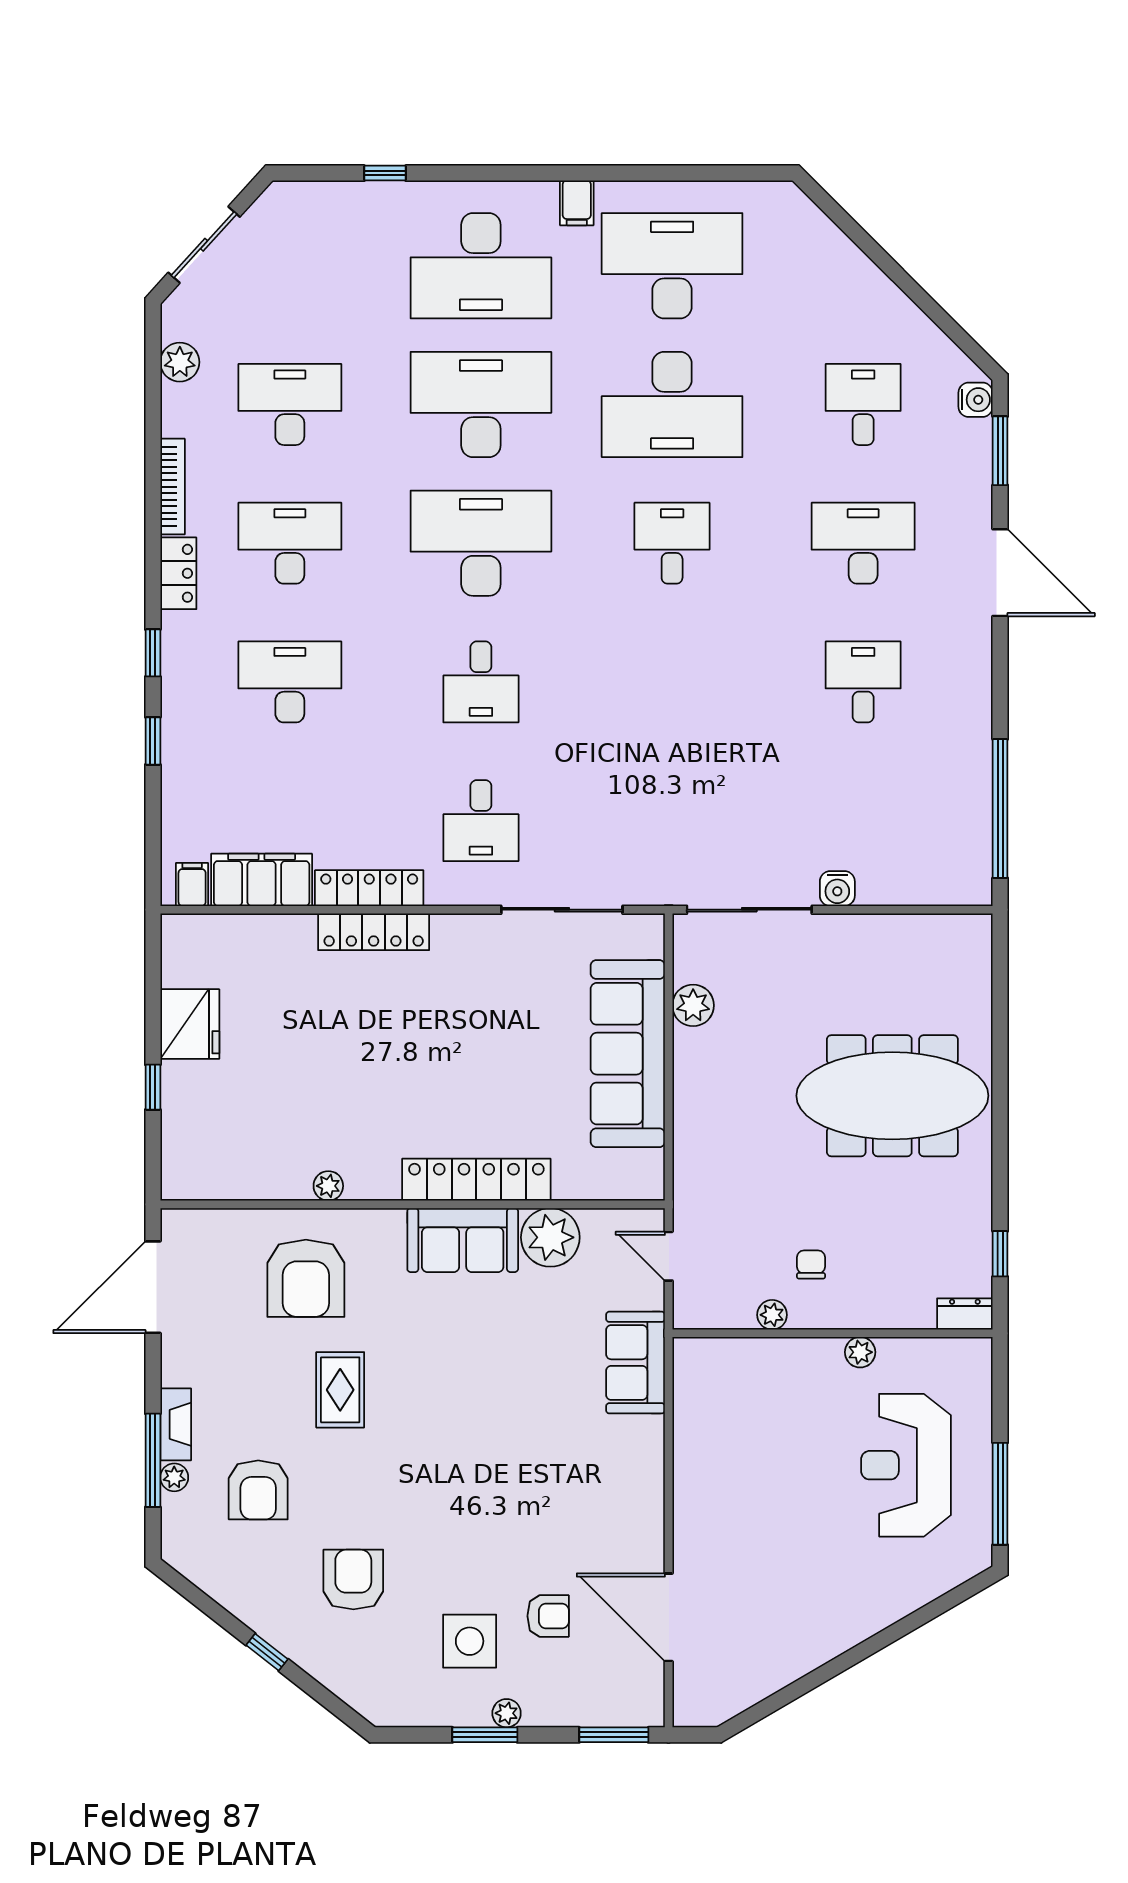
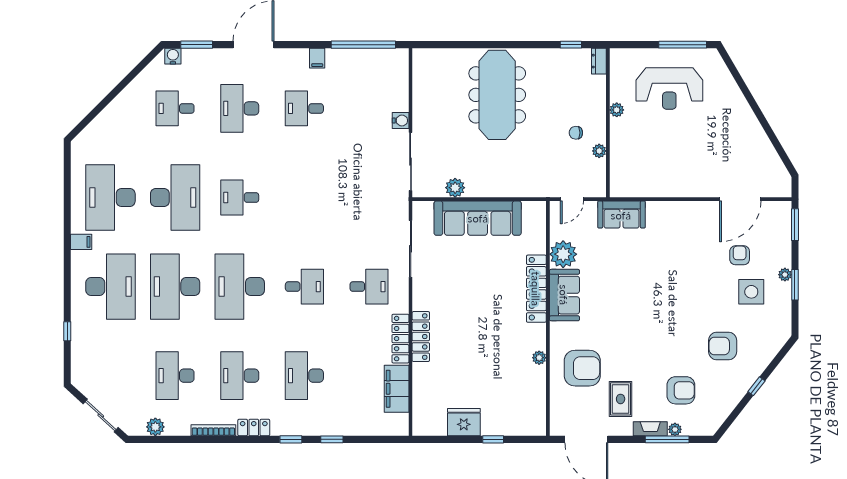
filing cabinet: (192, 884) -> (317, 58), moved, turned -90
rug: (340, 1390) -> (621, 399), moved, turned 90

